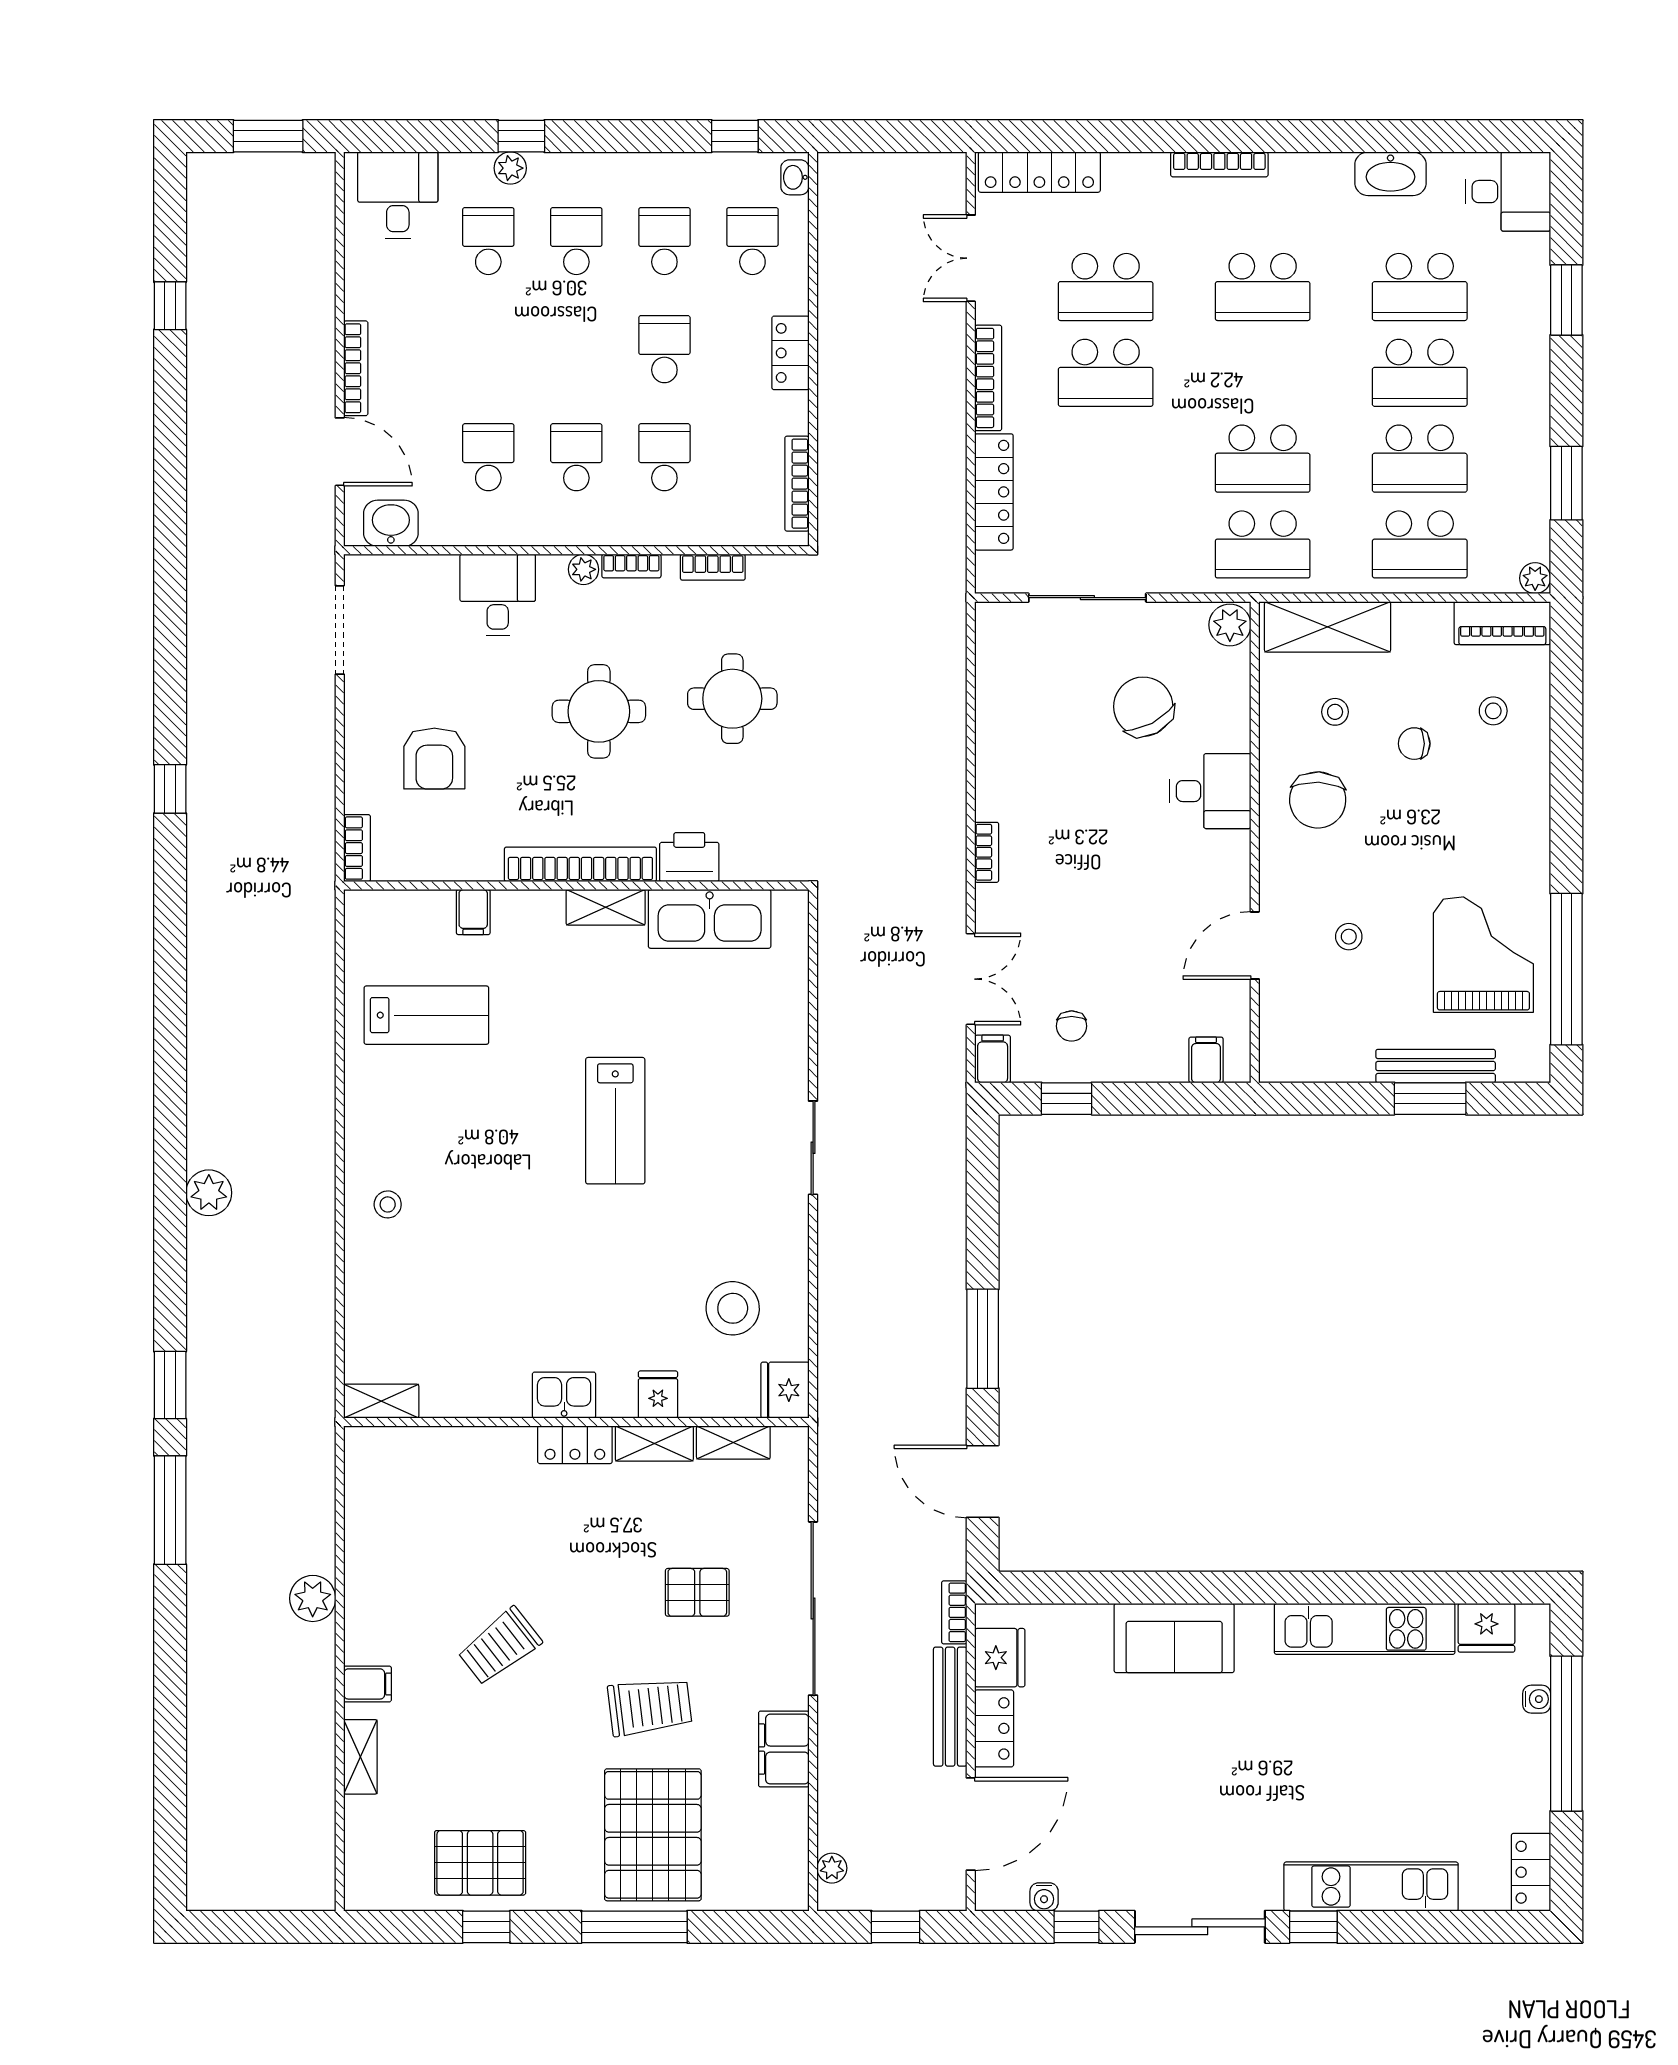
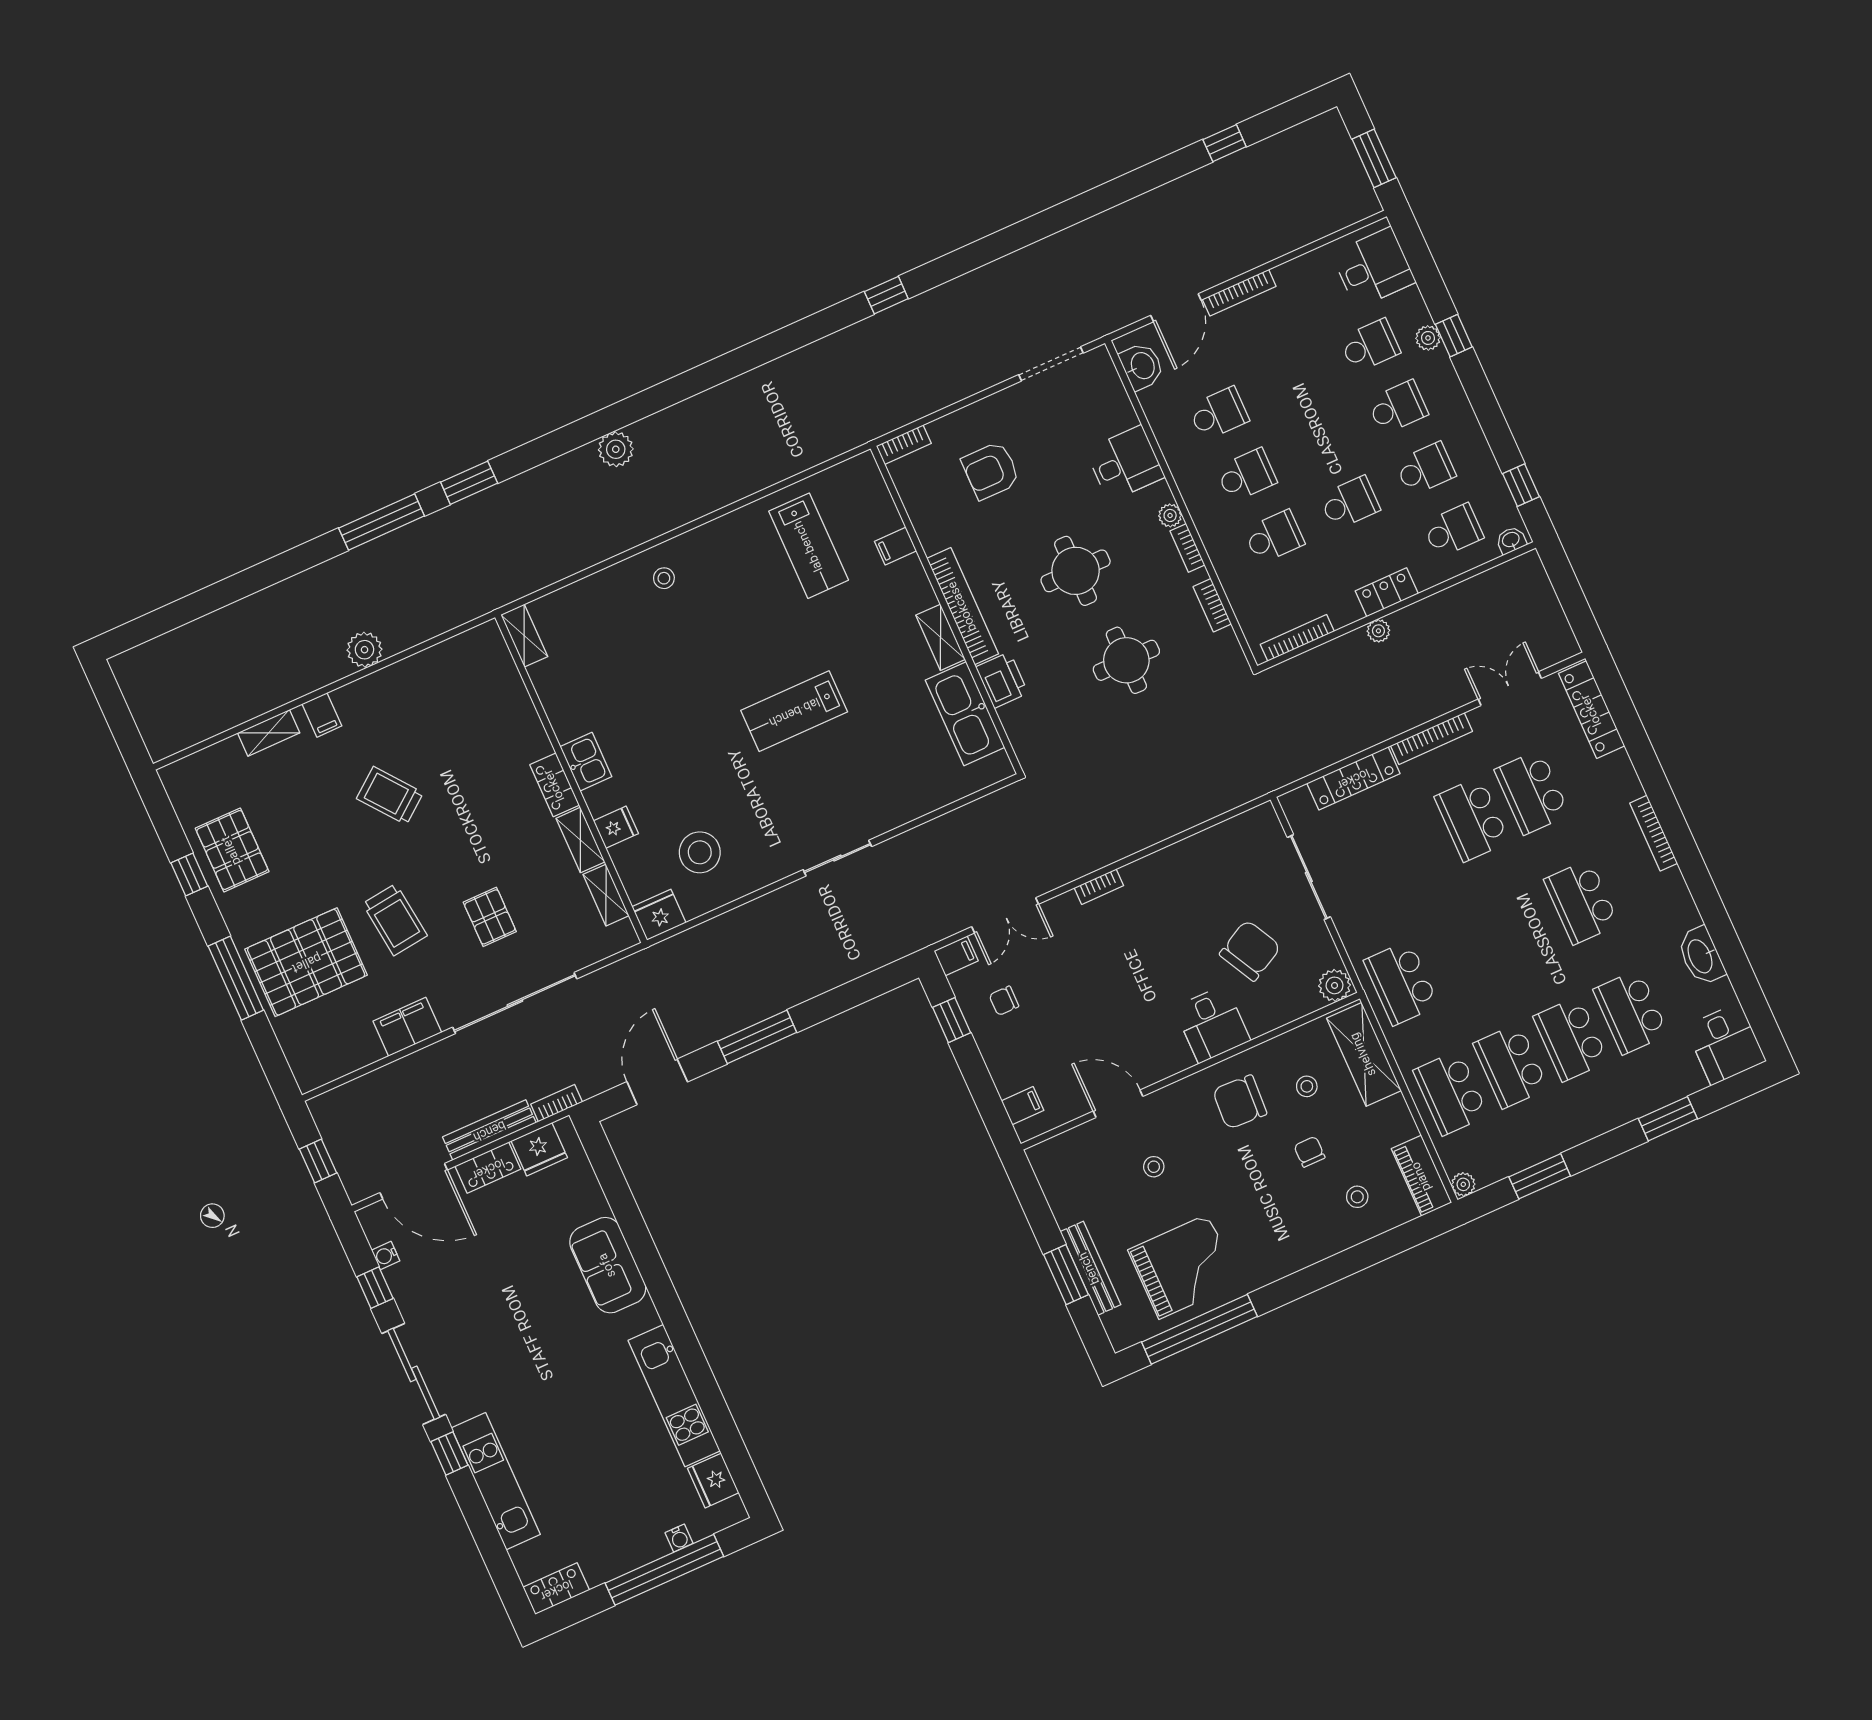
school desk: (1263, 459) -> (1461, 956), removed
plant: (832, 1868) -> (1378, 631), moved

